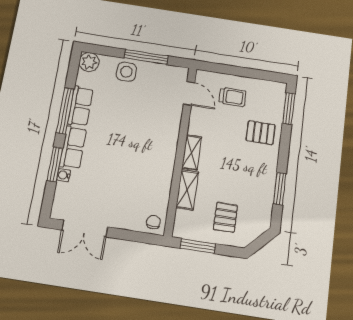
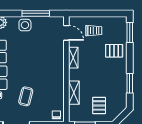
shelving: (192, 152) -> (73, 58), moved
coffee table: (108, 184) -> (26, 96), added

